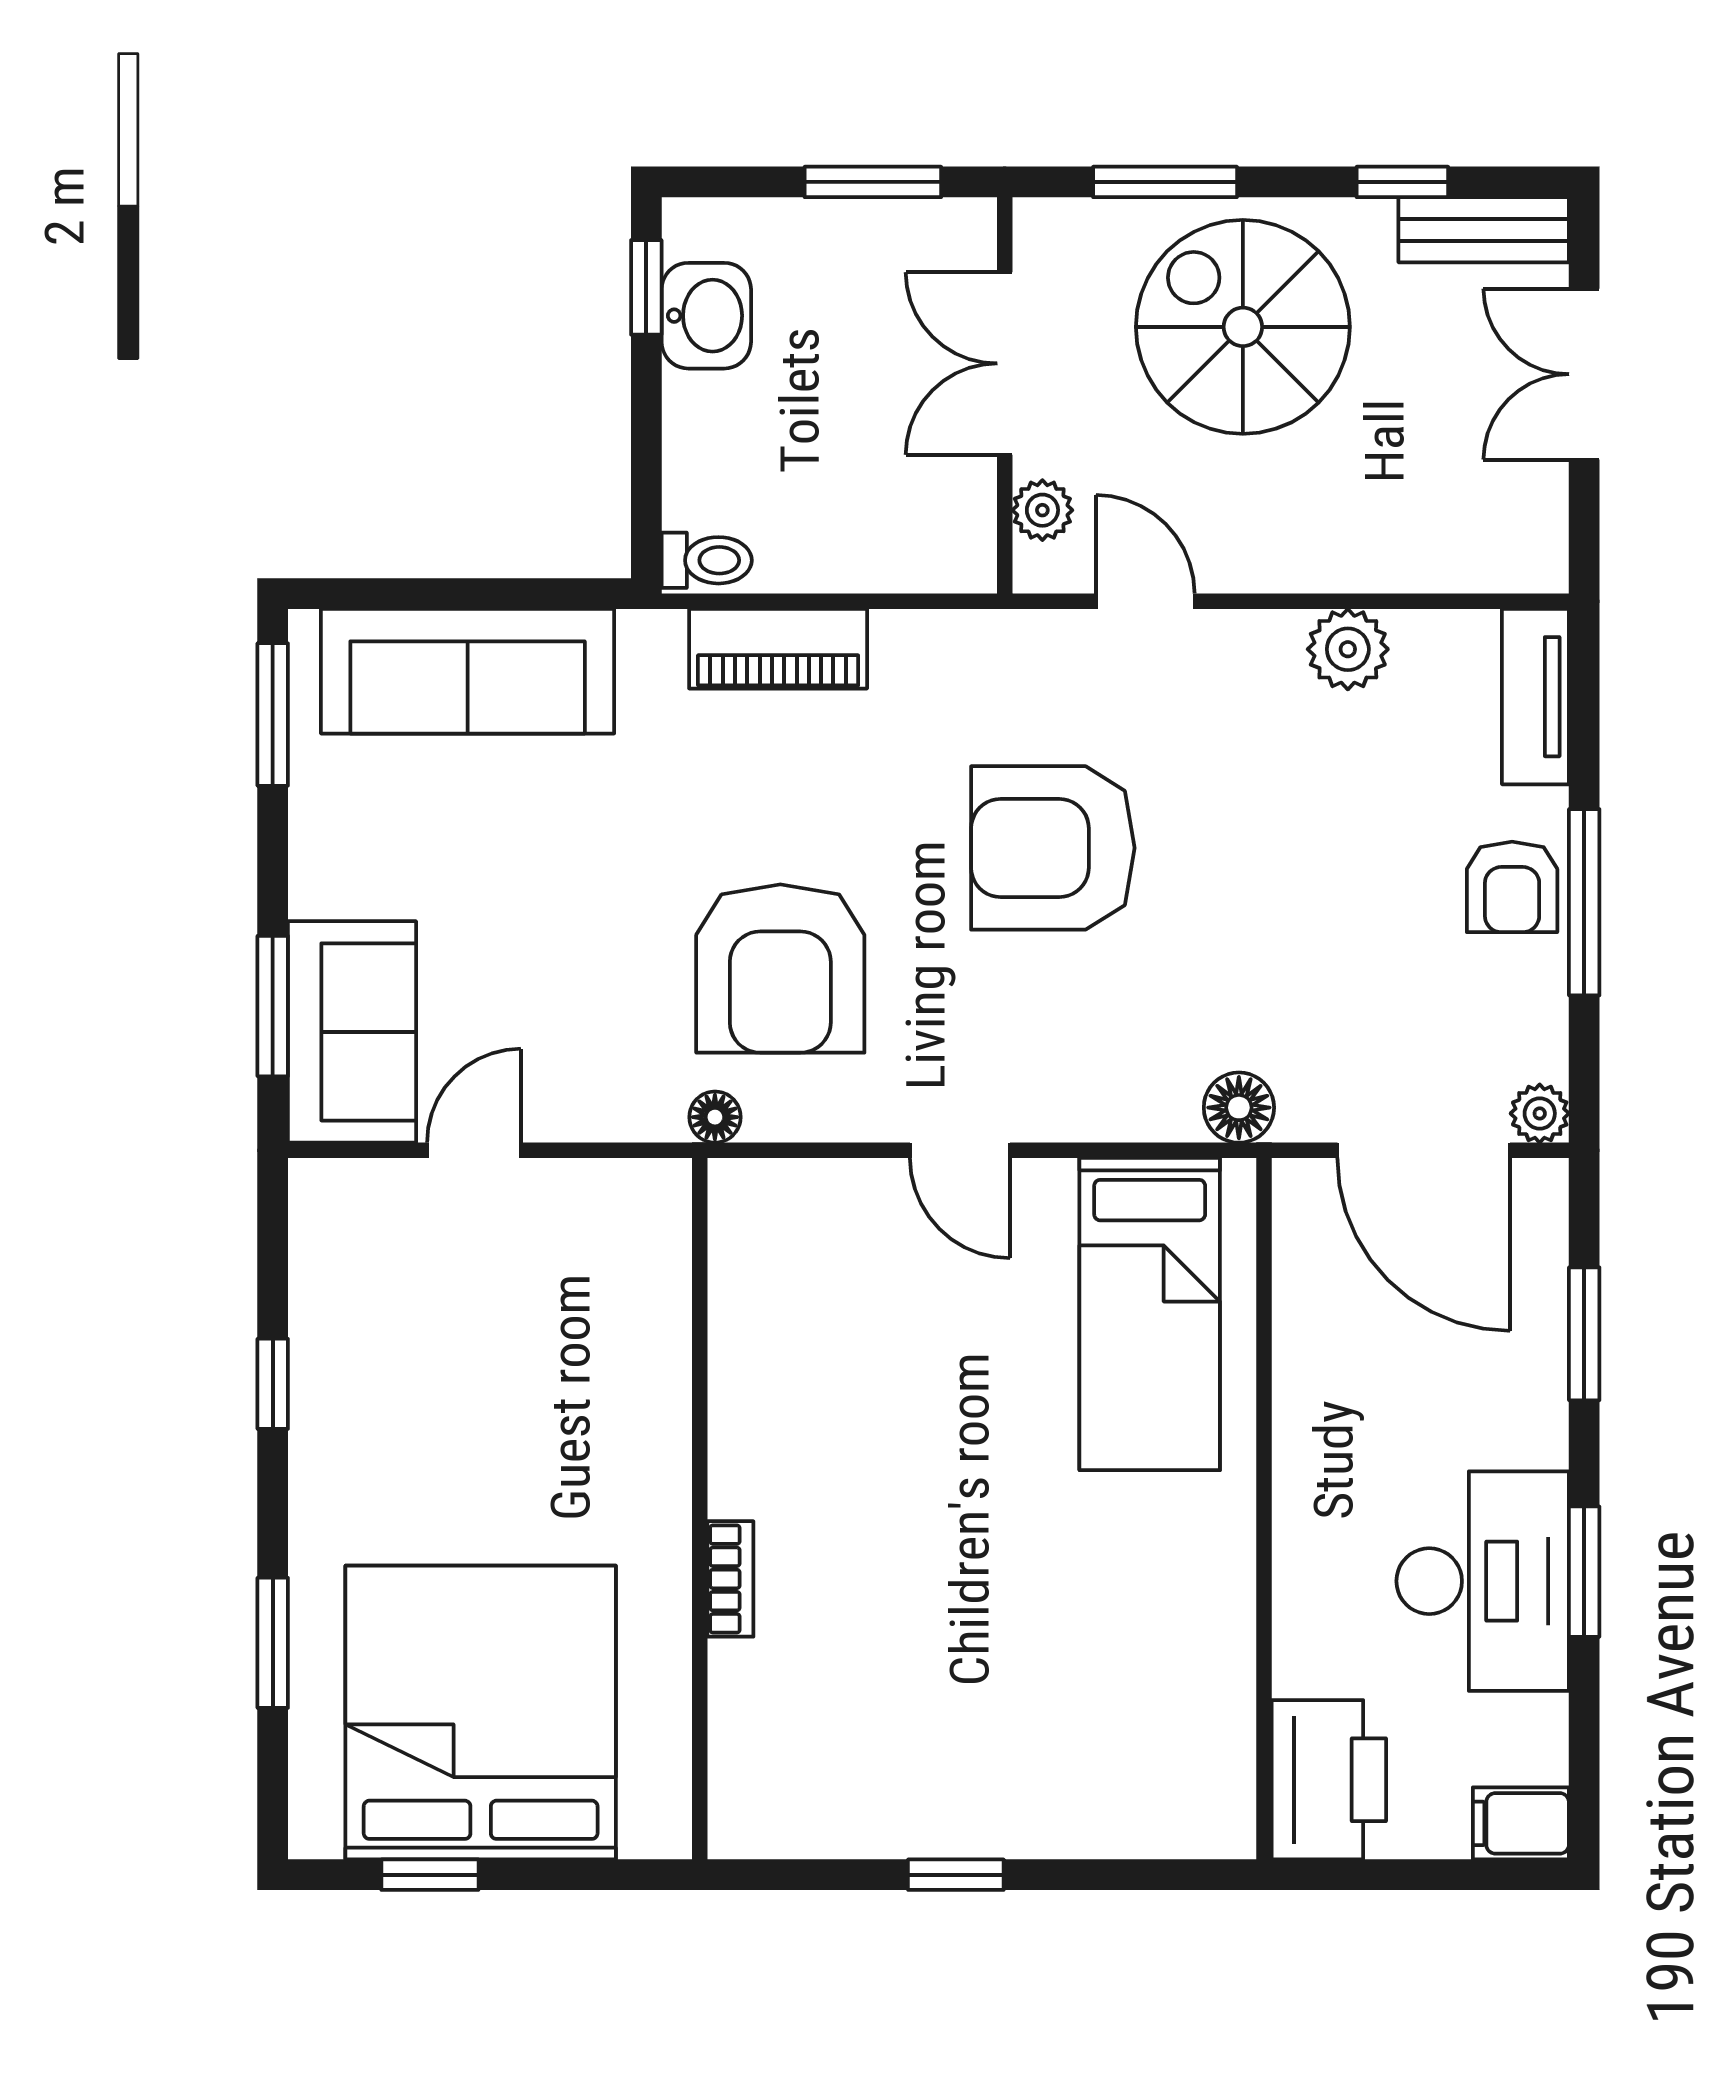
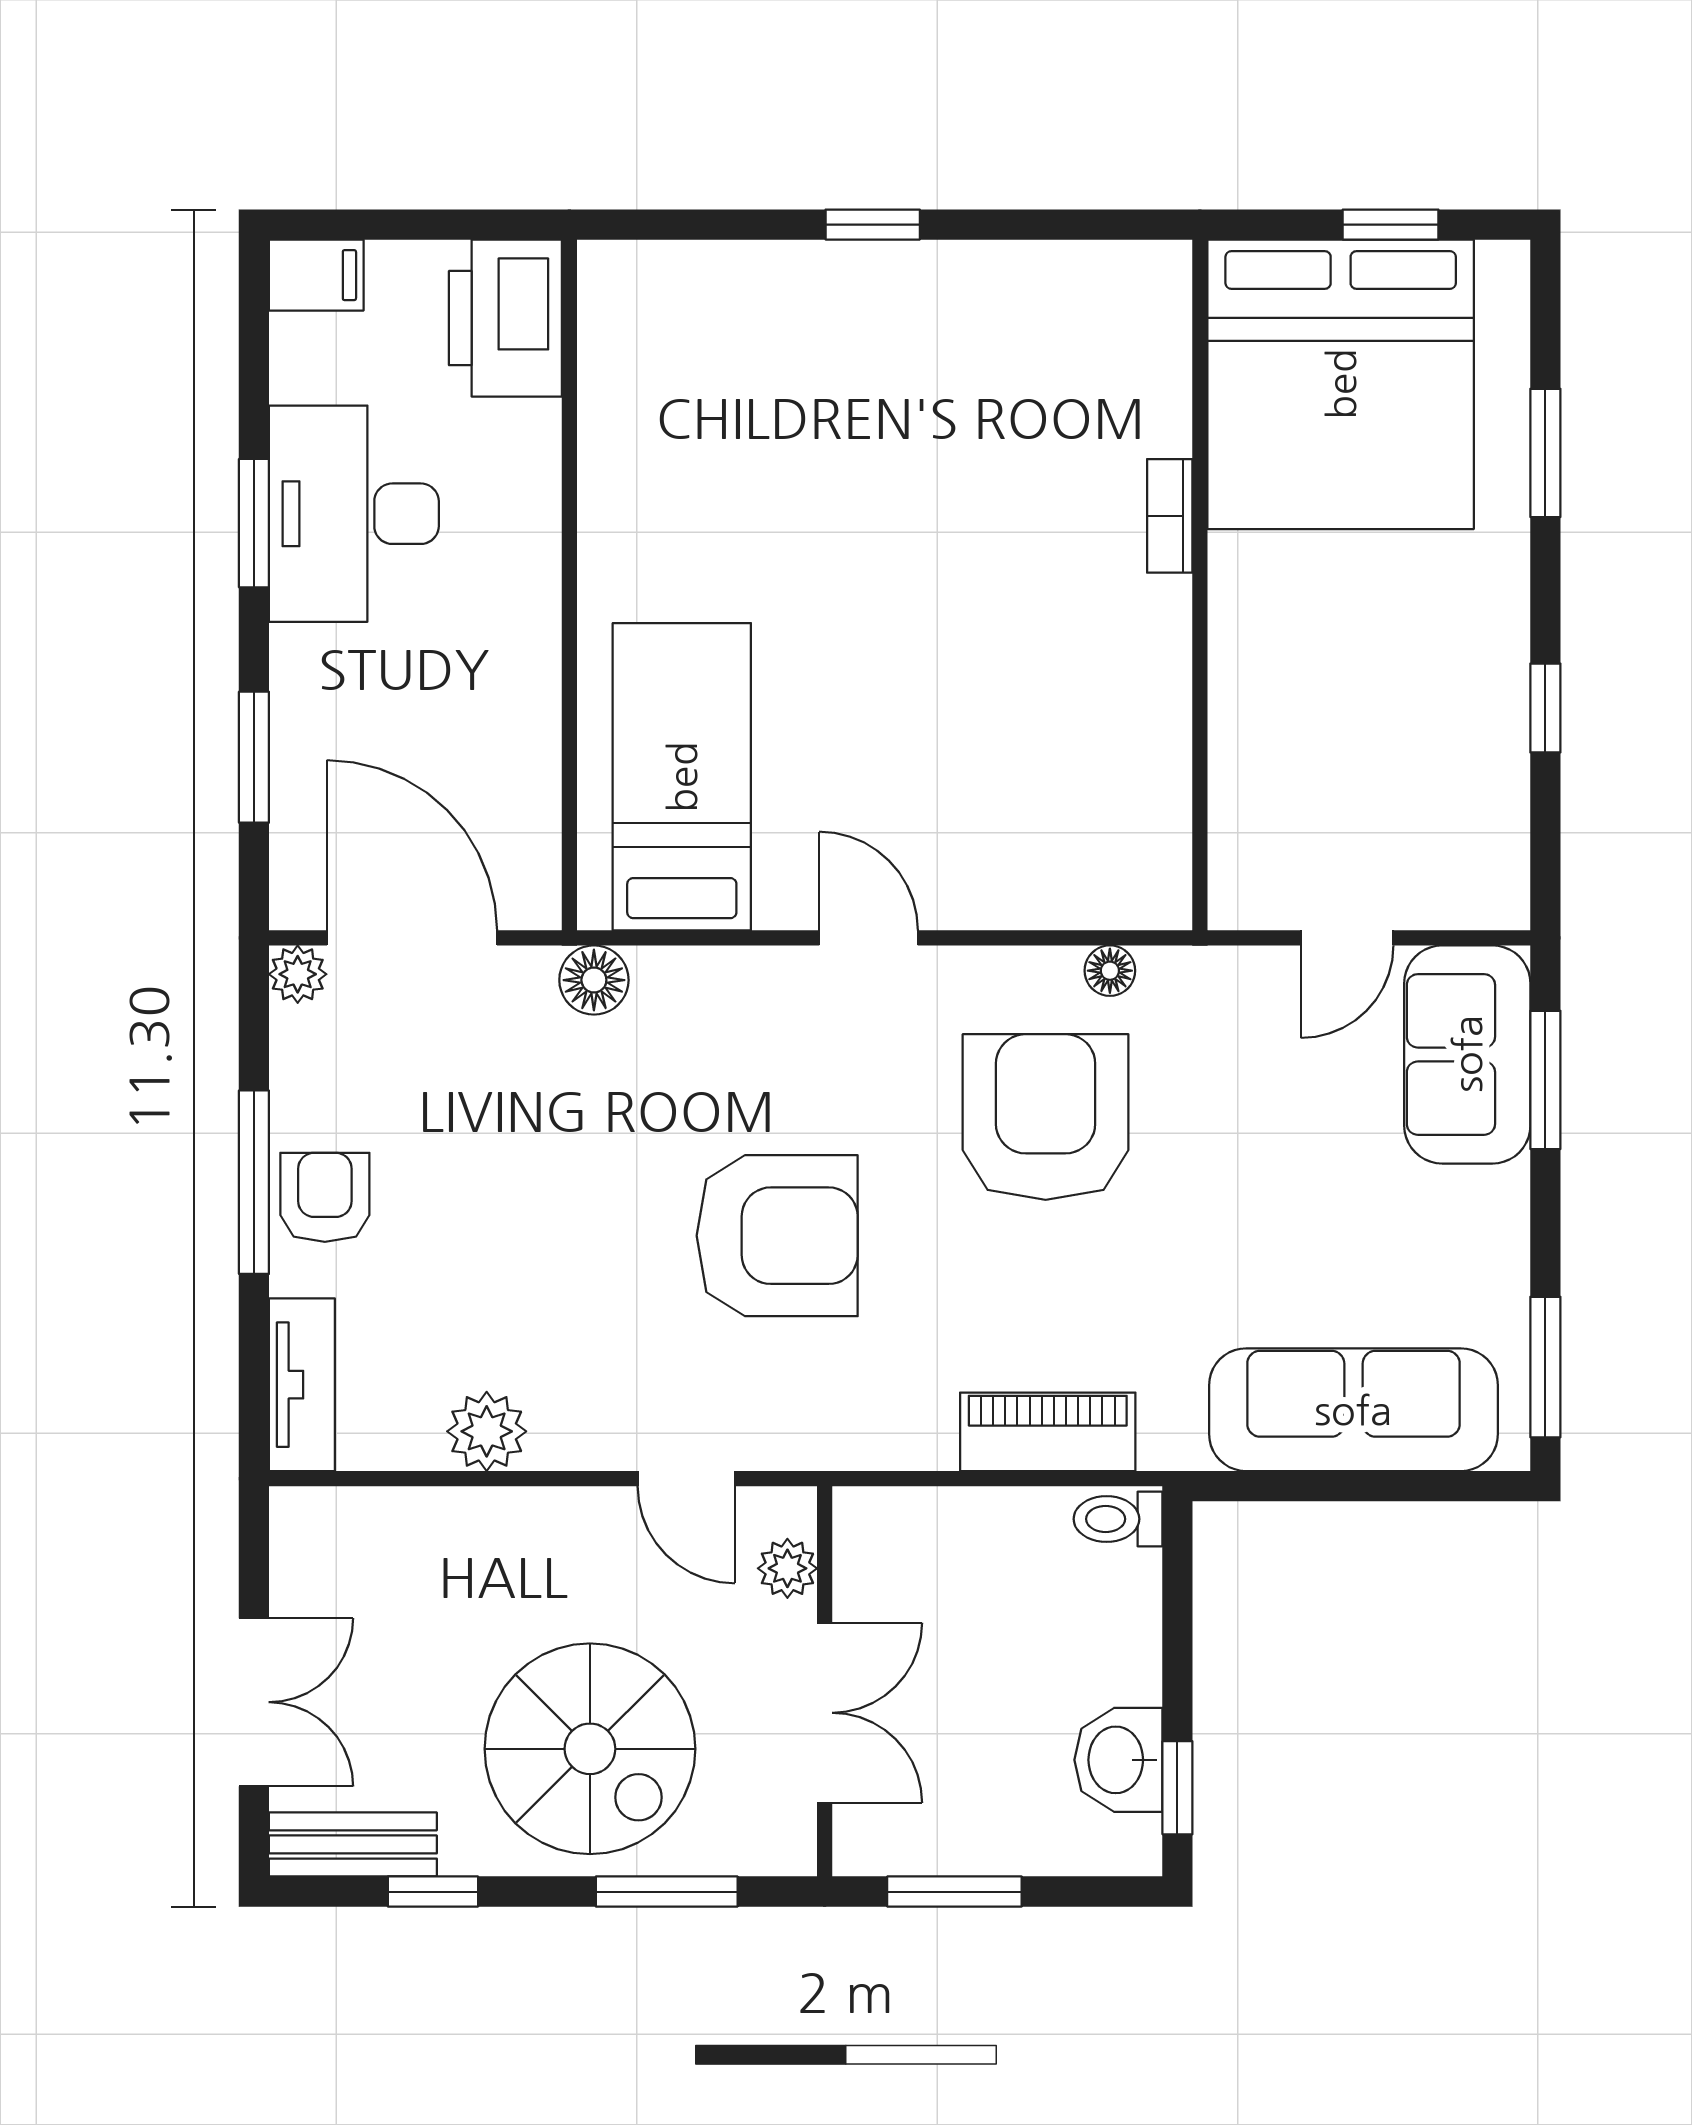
wall: (700, 1509) -> (1200, 585), moved
bookcase: (730, 1579) -> (1170, 516), moved

